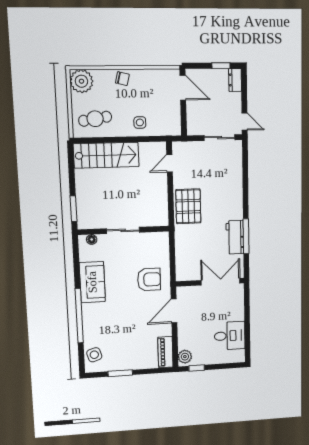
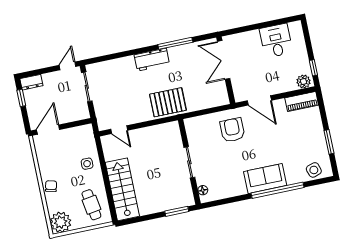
pallet: (188, 206) -> (168, 102), moved
workbench: (235, 237) -> (152, 60), moved
sofa: (92, 282) -> (265, 179), moved

